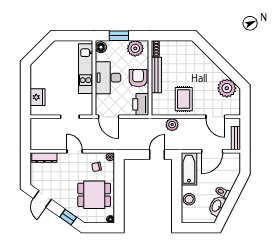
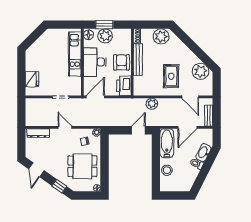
plant: (135, 48) -> (105, 36), moved
plant: (182, 49) -> (161, 36), added
rug: (184, 99) -> (171, 76), moved
door: (109, 117) -> (95, 97), swing flipped
washbasin: (217, 206) -> (203, 153), moved

